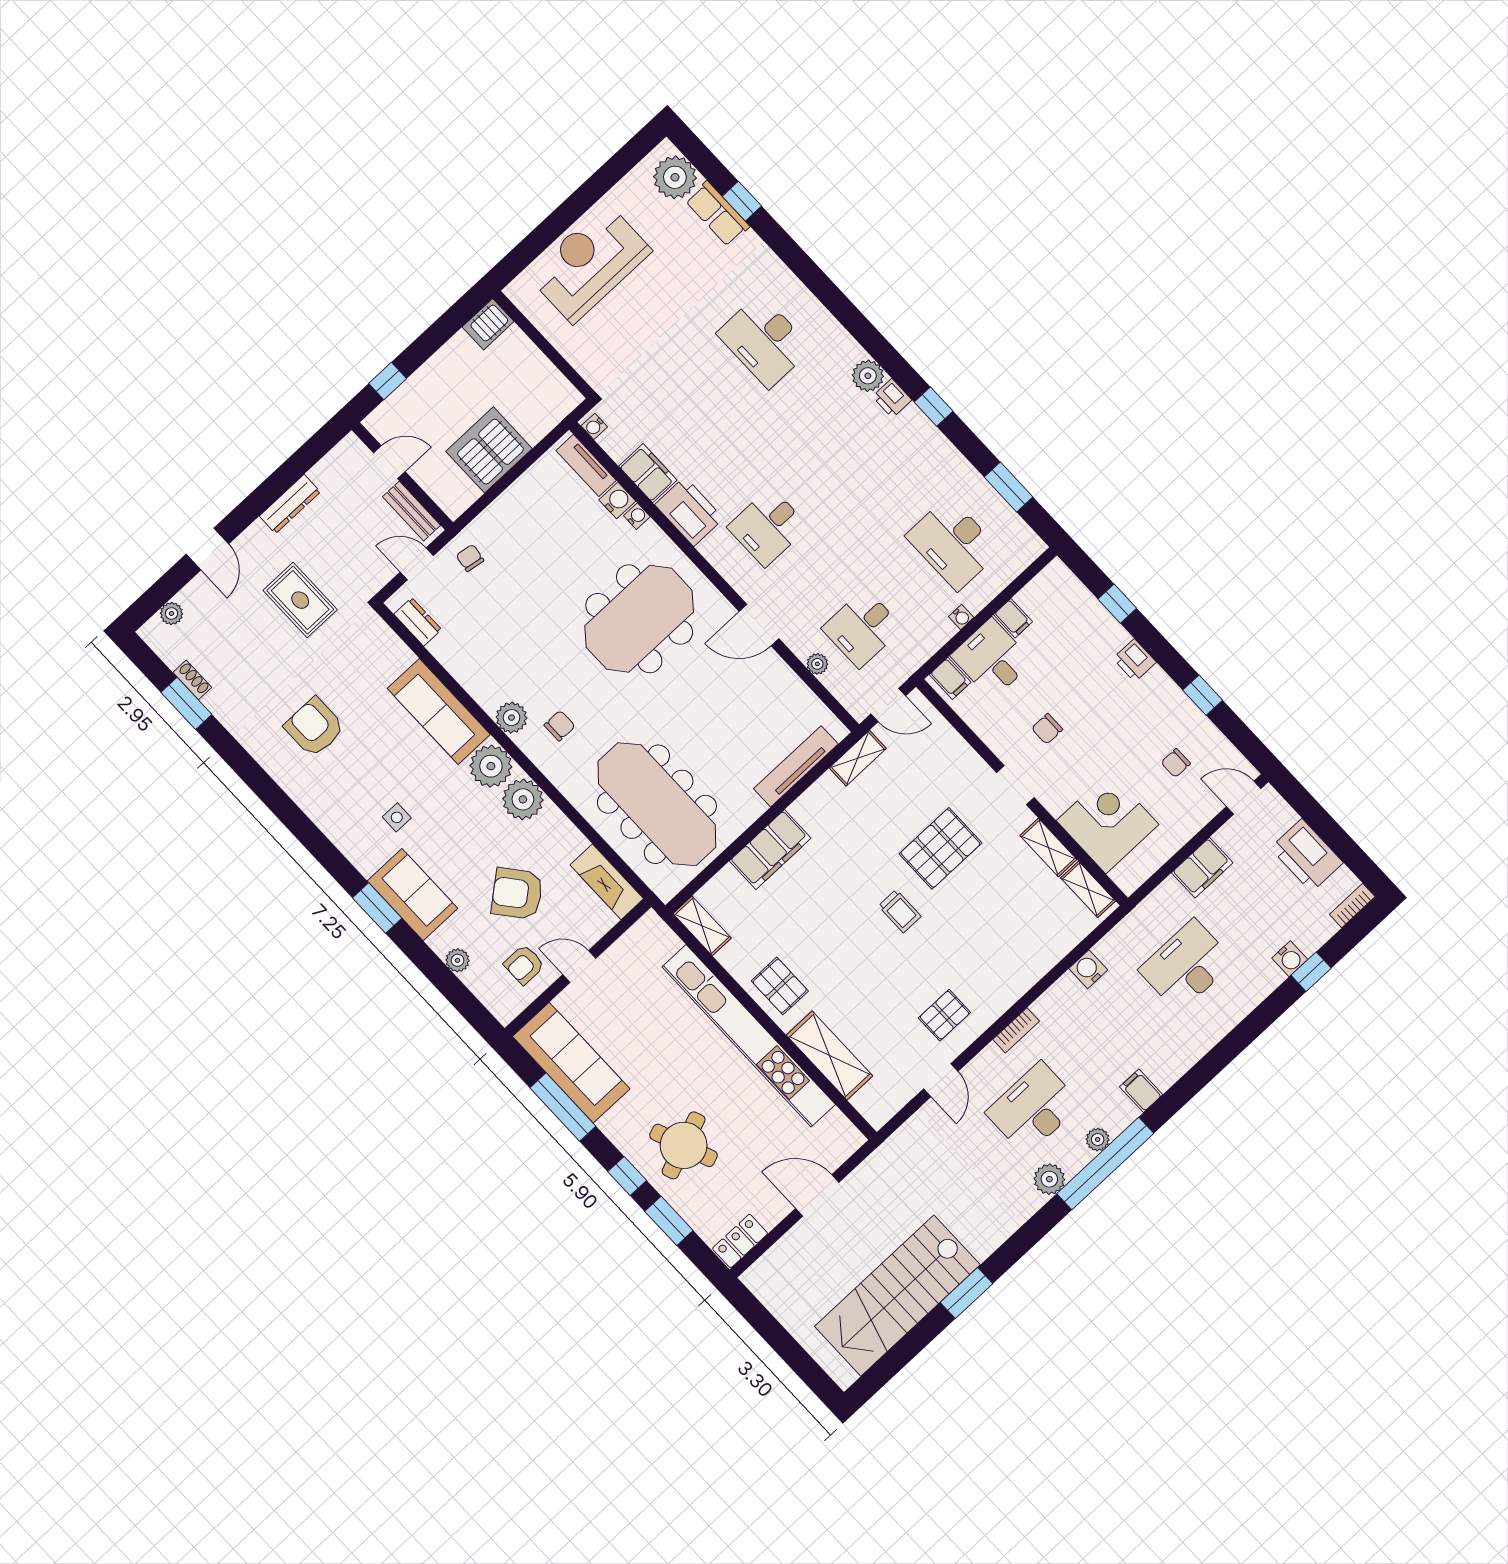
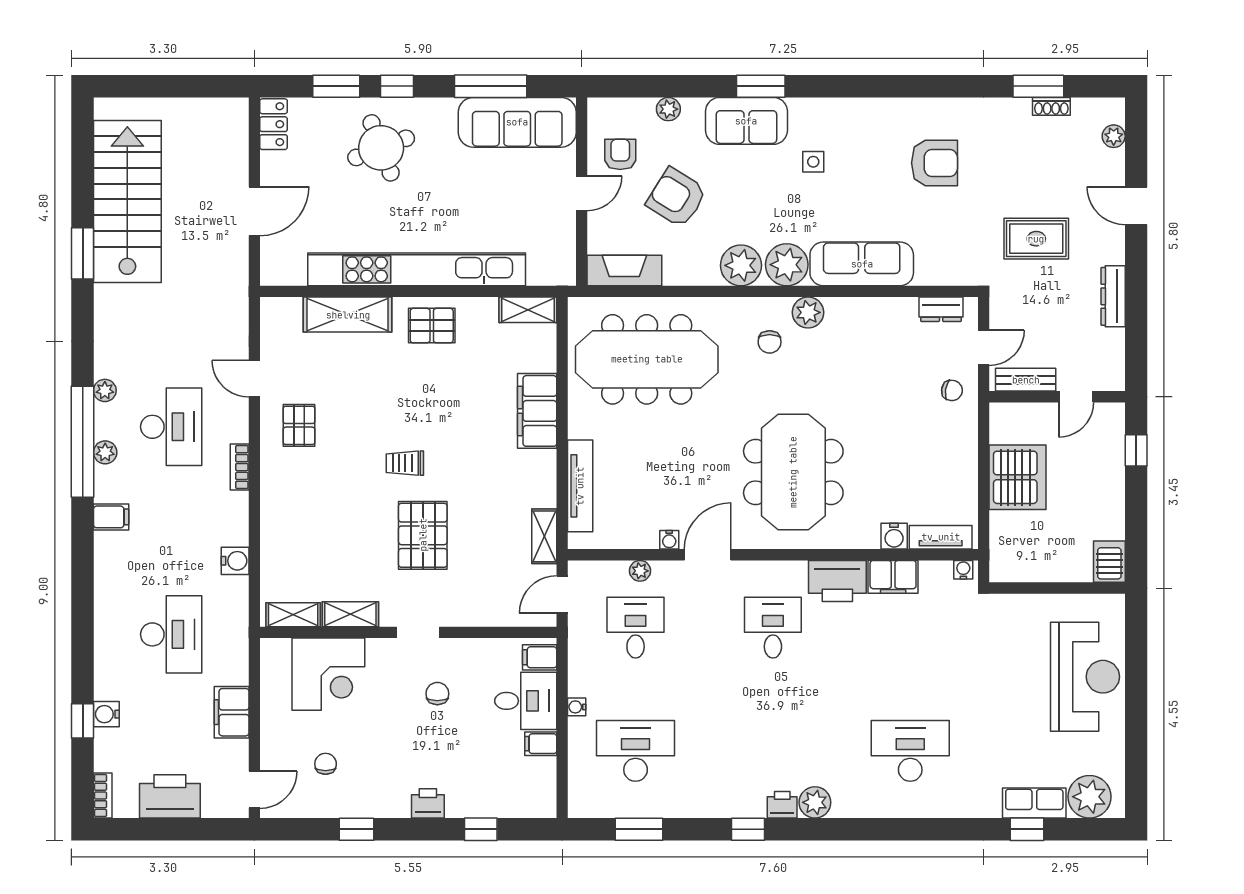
water cooler: (637, 516) -> (669, 540), moved
armchair: (517, 894) -> (676, 198), turned -109
plant: (1049, 1179) -> (105, 390), width x0.73, depth x0.73

